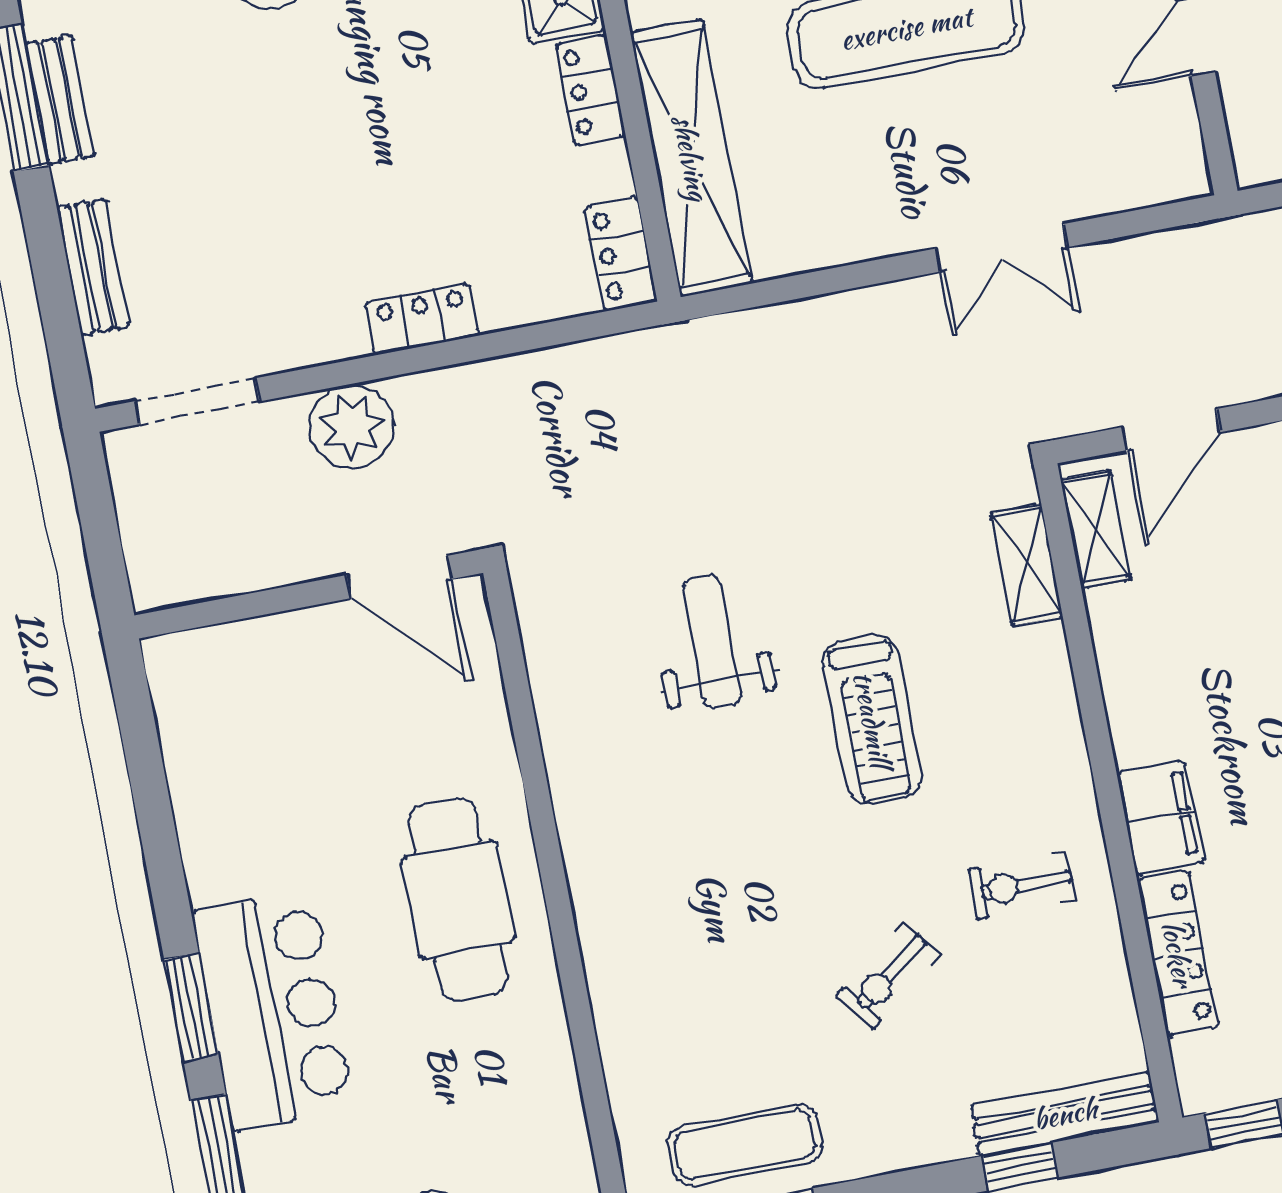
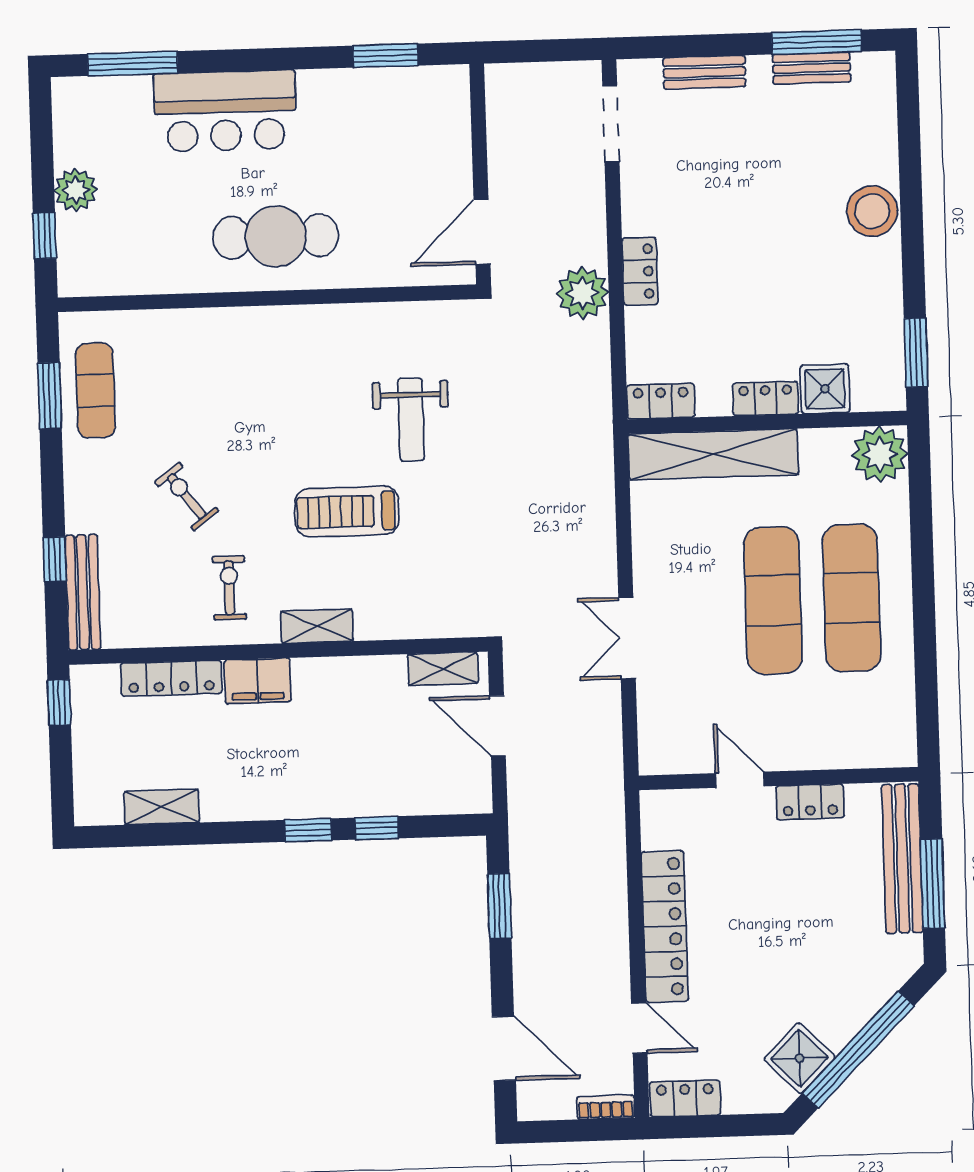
plant: (352, 426) -> (582, 293), moved
shelving: (1027, 565) -> (317, 626), moved
weight bench: (712, 642) -> (411, 420), turned 90
window: (191, 1007) -> (386, 56), moved

